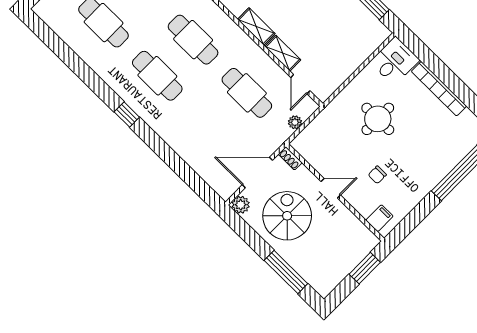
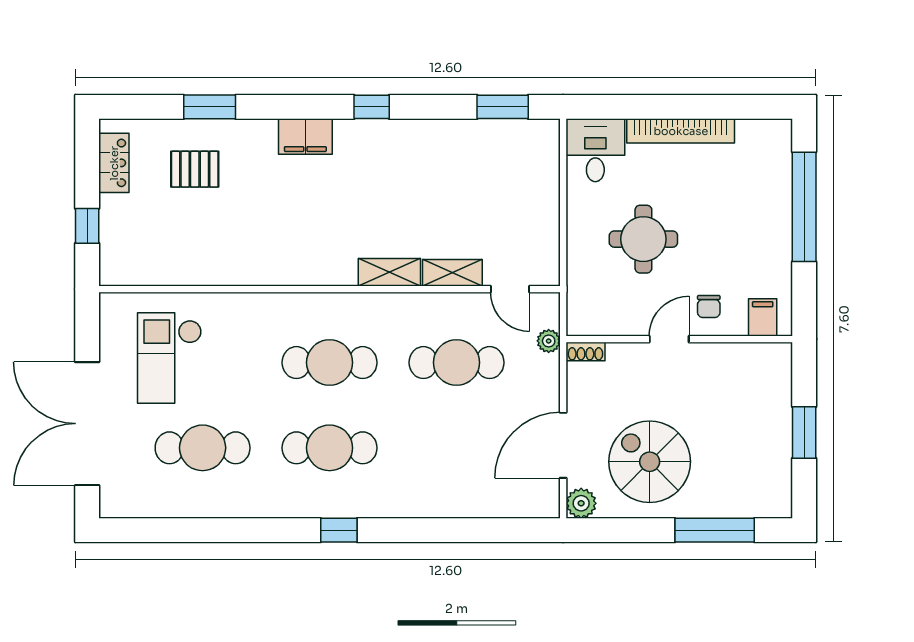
shoe rack: (290, 158) -> (585, 351), moved
door: (331, 188) -> (669, 339), moved
wall: (335, 192) -> (679, 339), moved
filing cabinet: (379, 218) -> (763, 317), moved

